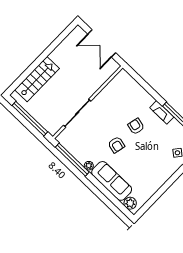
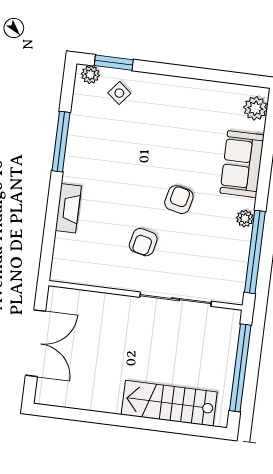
fireplace: (162, 112) -> (68, 208), moved
armchair: (136, 126) -> (143, 242), moved
sofa: (112, 181) -> (242, 164), width x0.73

